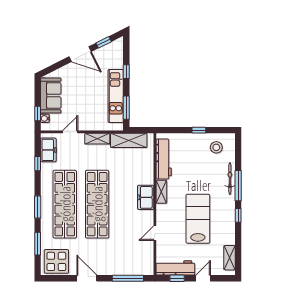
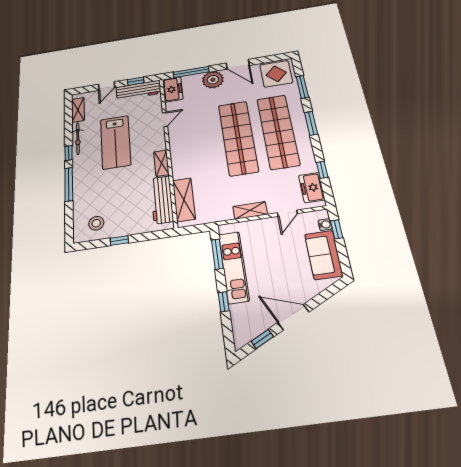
shelving: (129, 140) -> (184, 200), moved, turned 90
bicycle: (230, 179) -> (78, 138), moved
freezer: (146, 197) -> (173, 89), moved
plant: (110, 266) -> (213, 80), added

